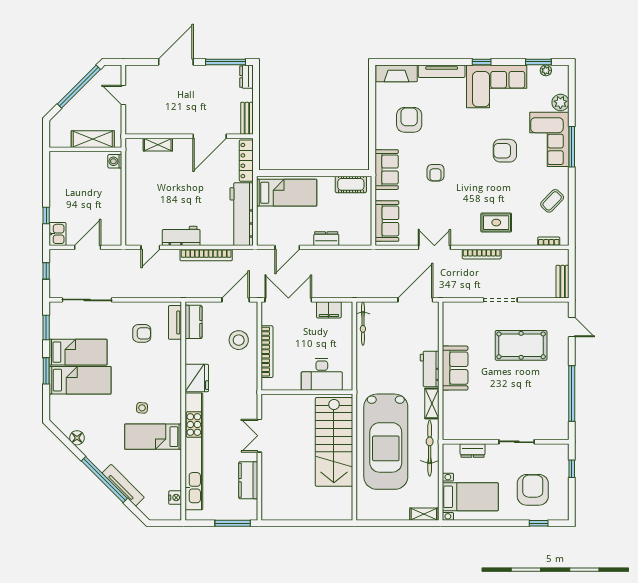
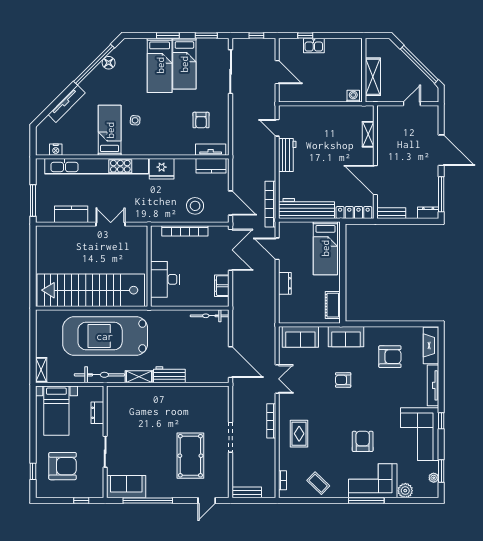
kitchen sink: (57, 234) -> (314, 46), moved
bookcase: (206, 255) -> (270, 204), moved
sofa: (455, 368) -> (126, 487), moved, turned 180
stairs: (334, 442) -> (91, 290), width x1.36
window: (104, 480) -> (94, 65), moved

